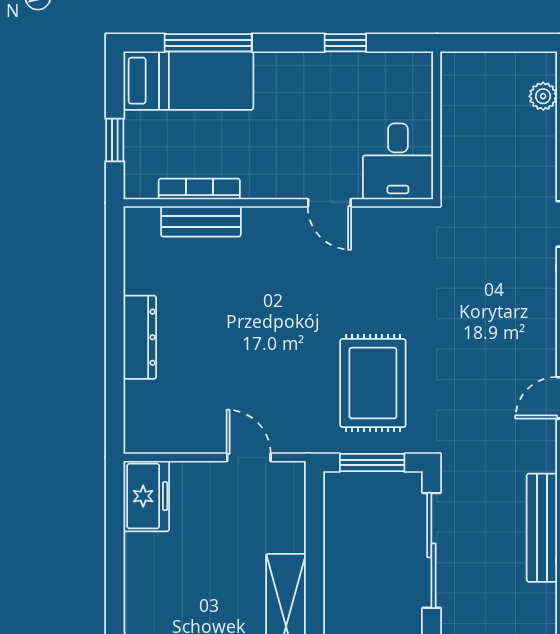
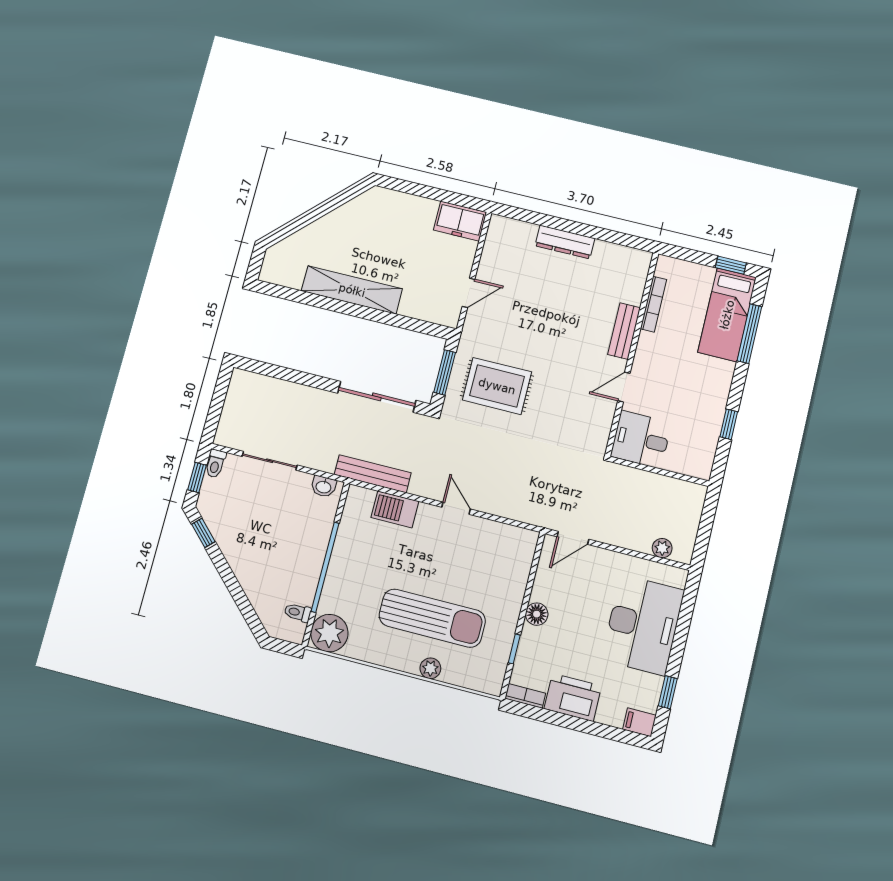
window: (115, 140) -> (731, 265), moved
bench: (201, 221) -> (624, 331), moved

